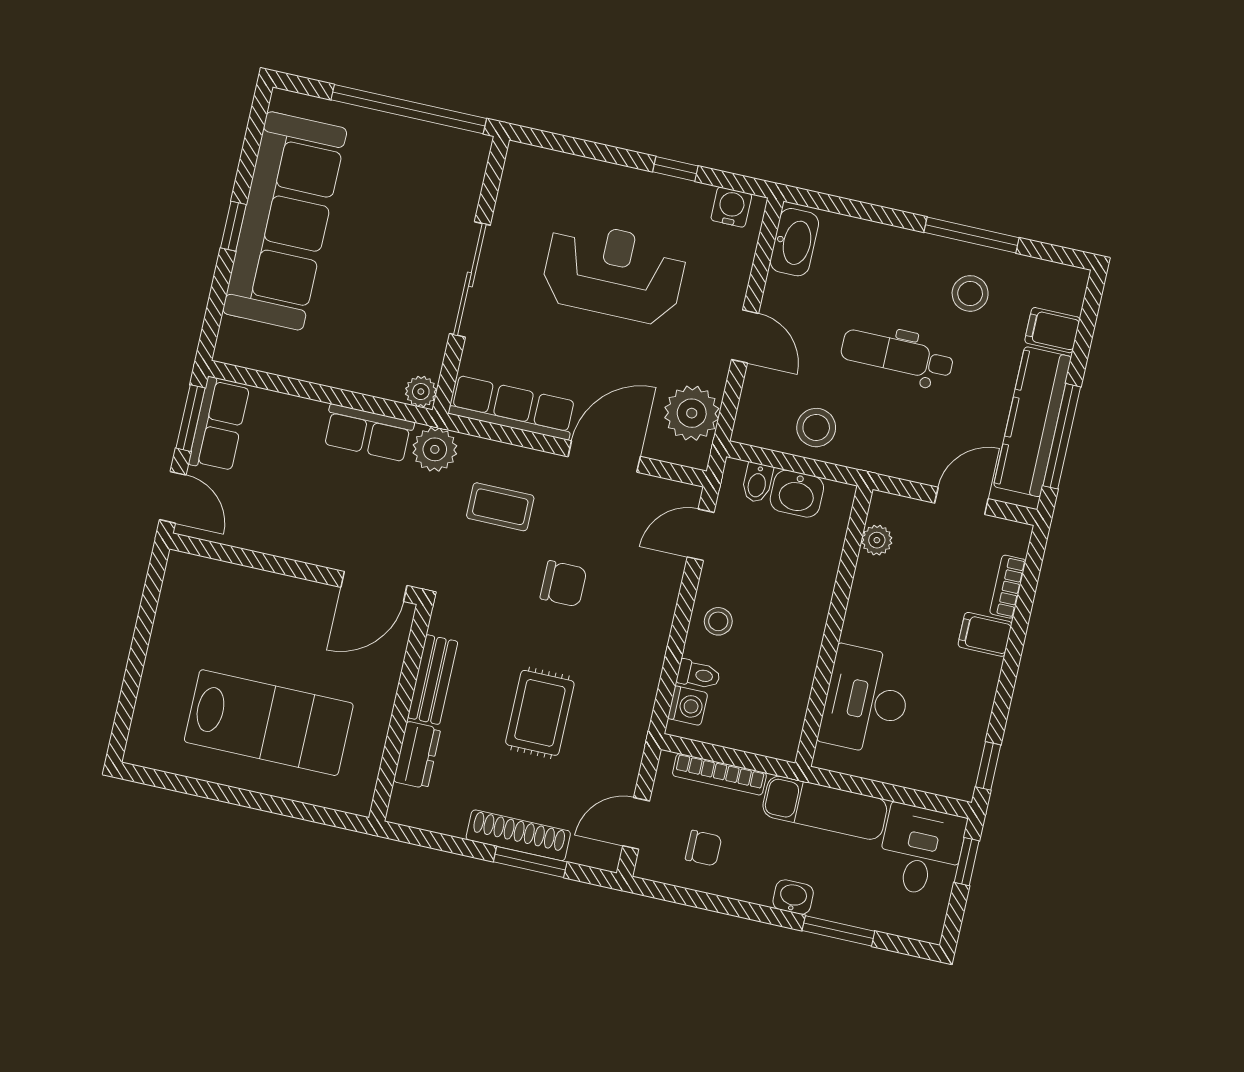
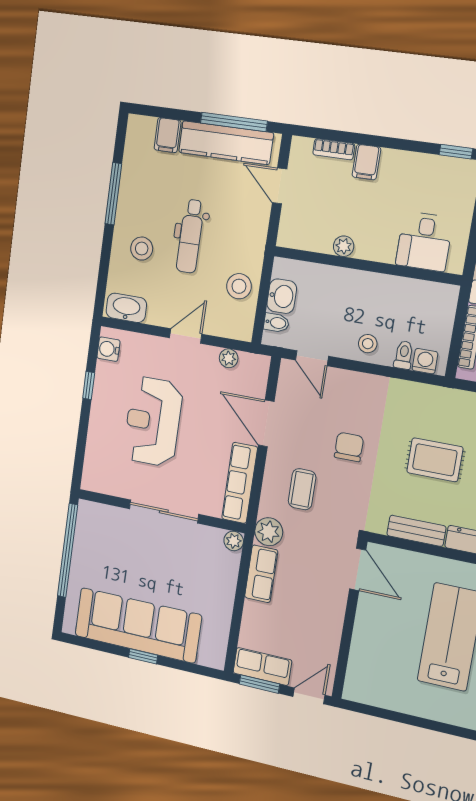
stool: (970, 293) -> (142, 249), moved
plant: (692, 413) -> (229, 358), width x0.53, depth x0.53
plant: (877, 540) -> (344, 246), moved
desk: (866, 700) -> (424, 242), width x0.73

